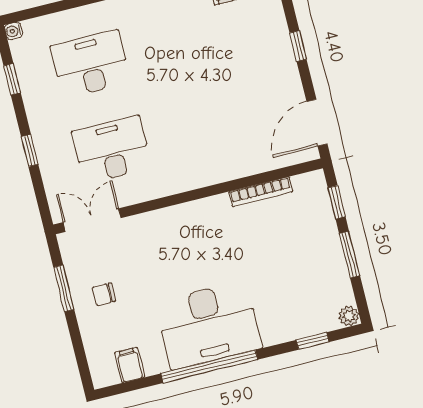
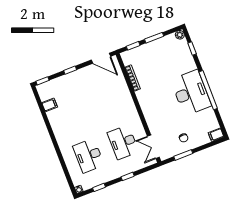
filing cabinet: (130, 365) -> (216, 135), moved

